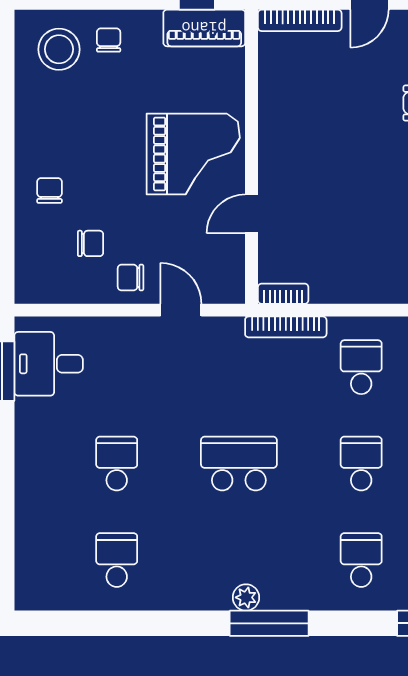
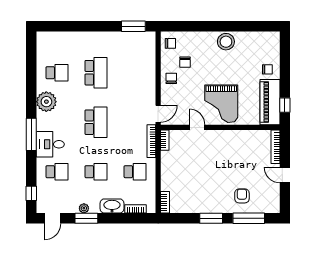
piano: (204, 28) -> (270, 102), width x1.37, depth x1.33
stool: (59, 49) -> (226, 42), moved
chair: (49, 191) -> (170, 43), moved
door: (181, 310) -> (158, 114), moved
desk: (49, 364) -> (50, 144), moved, turned -90
school desk: (117, 464) -> (96, 73), width x1.85
plant: (246, 597) -> (46, 102), moved, width x1.88, depth x1.88

